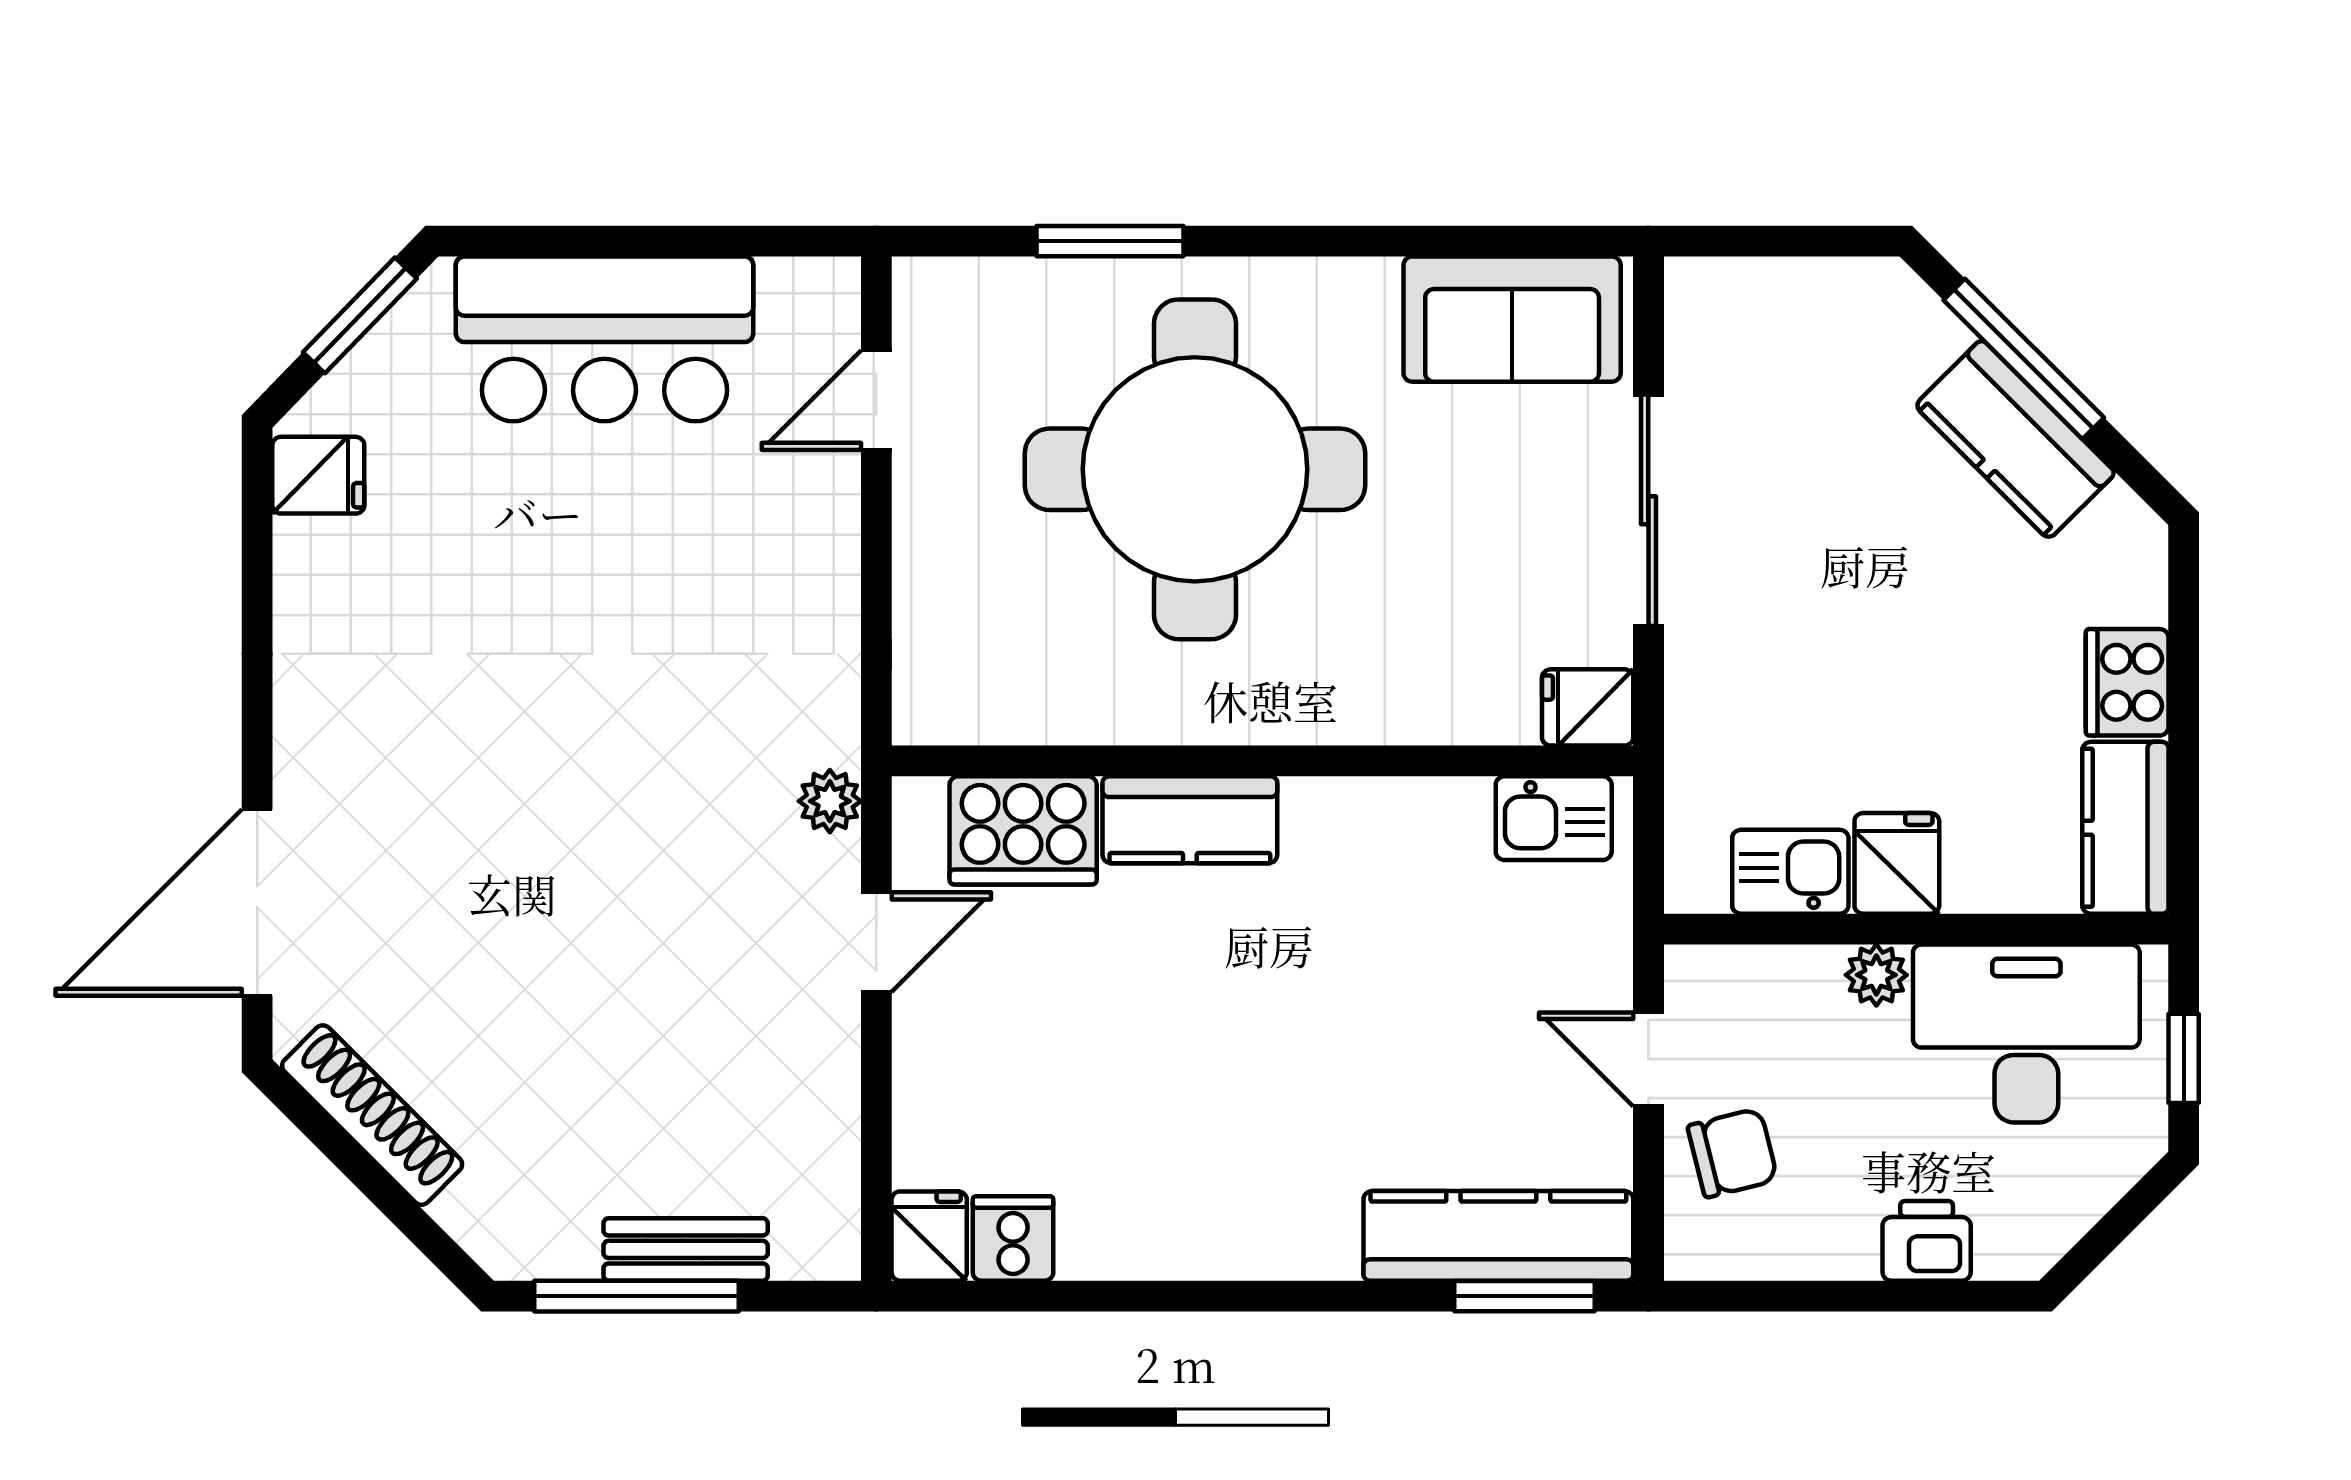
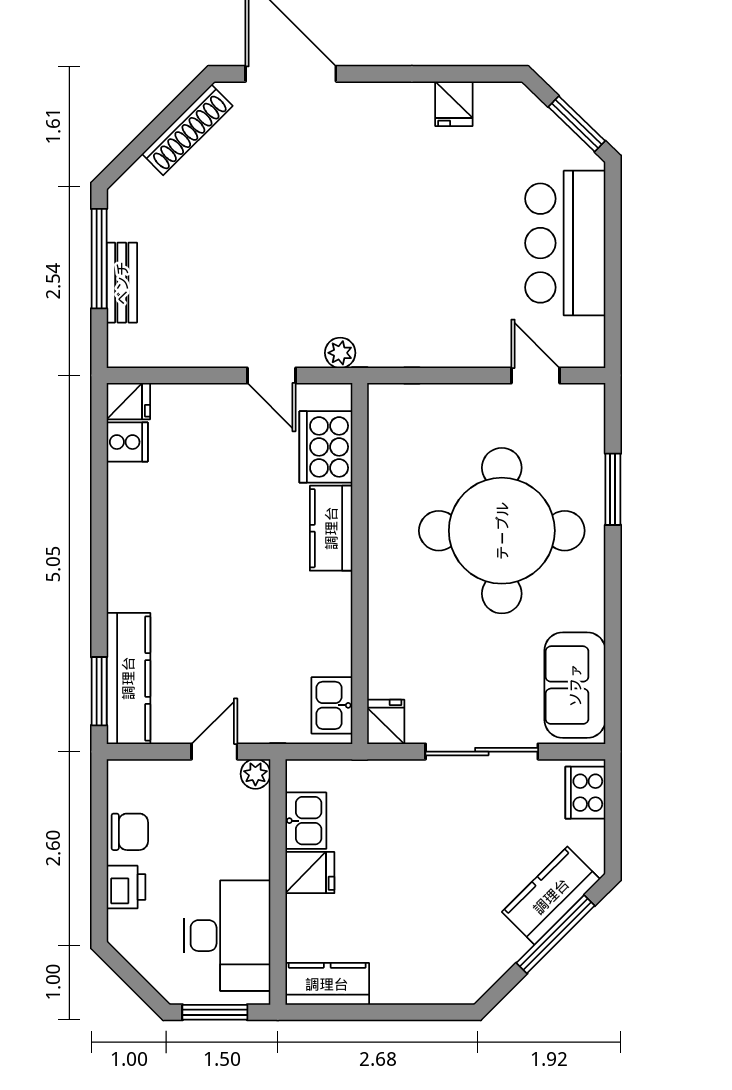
kitchen counter: (2015, 439) -> (551, 896), moved
fridge: (318, 475) -> (454, 104), moved
cooker: (2127, 682) -> (585, 793), moved, turned -90
plant: (1876, 975) -> (255, 774), moved
window: (2184, 1058) -> (215, 1012), width x1.50
chair: (1733, 1153) -> (130, 832), moved, turned -76

